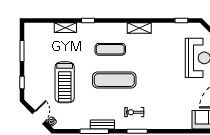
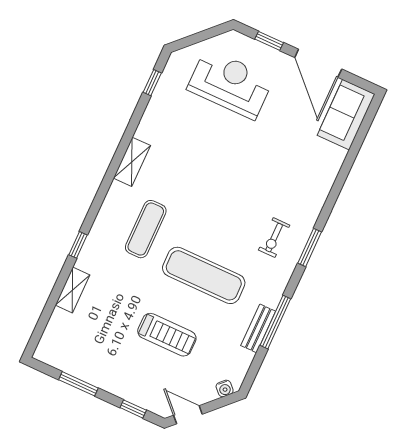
exercise mat: (114, 80) -> (204, 275), moved, turned 90
treadmill: (65, 82) -> (167, 335), width x0.73, depth x0.73
door: (39, 117) -> (188, 415), moved
bench: (102, 124) -> (258, 328), moved

